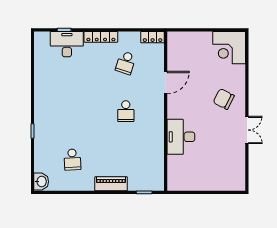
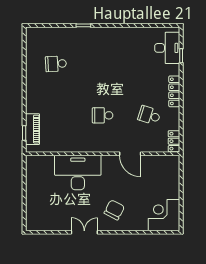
desk: (67, 44) -> (167, 48), moved
double door: (247, 130) -> (84, 232), swing flipped
desk: (181, 137) -> (78, 173), width x1.36, depth x1.30
washbasin: (41, 182) -> (35, 34), removed
piano: (111, 184) -> (32, 129), moved

